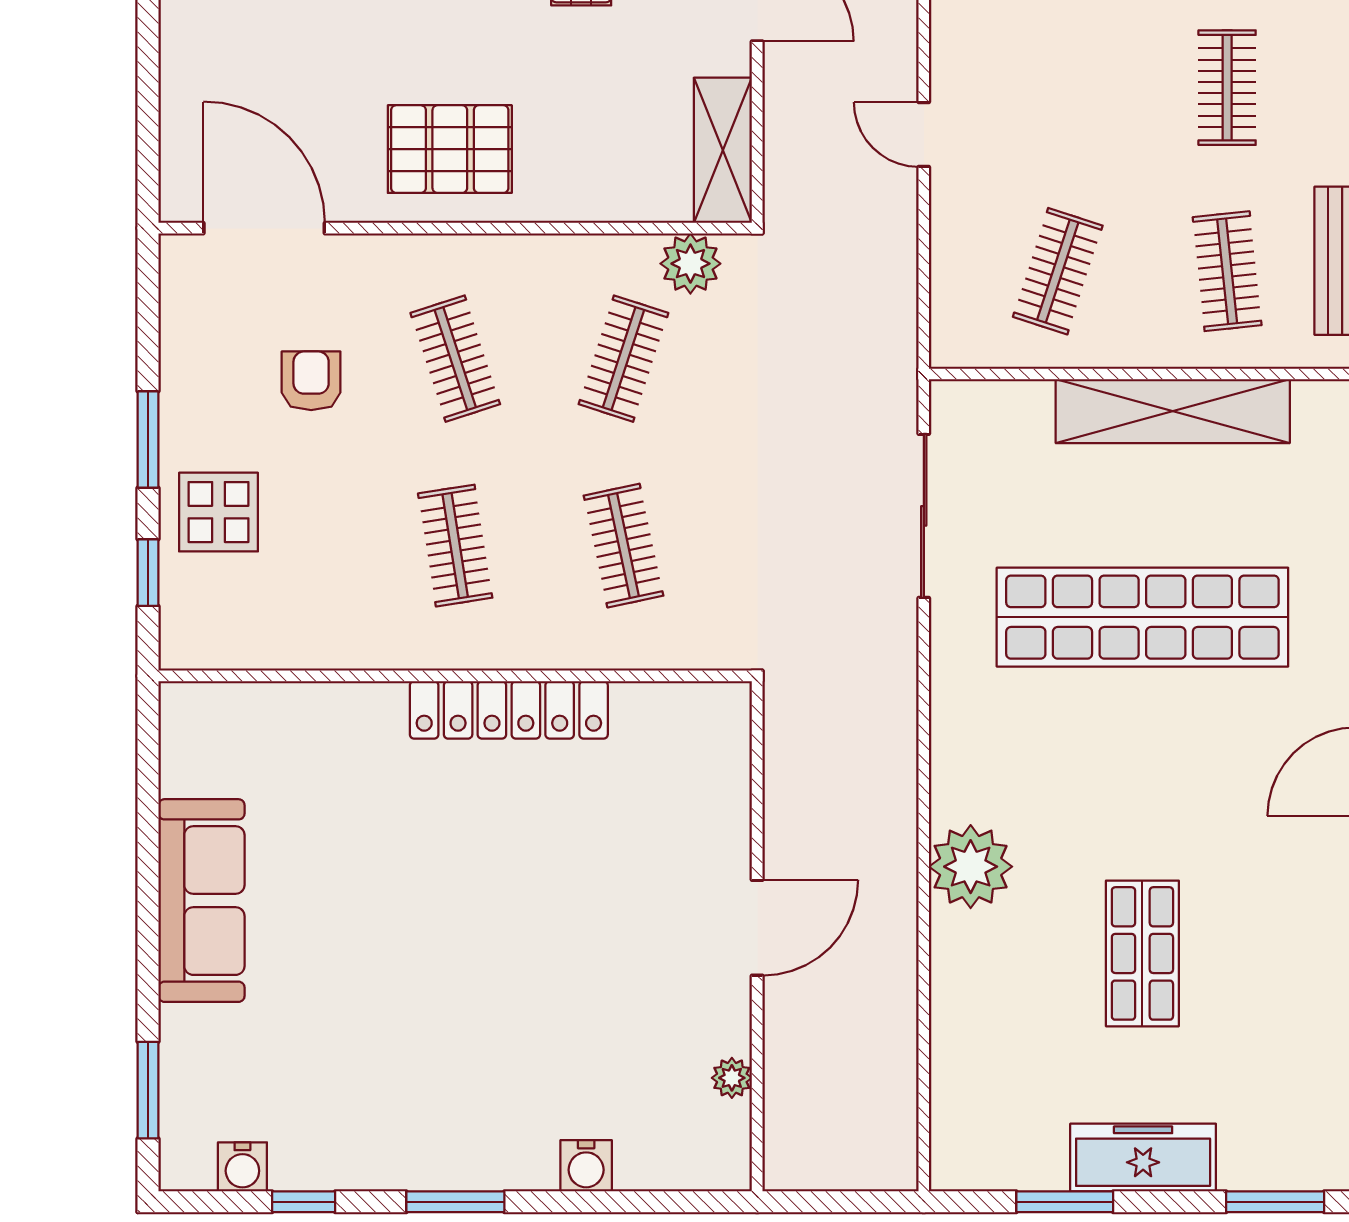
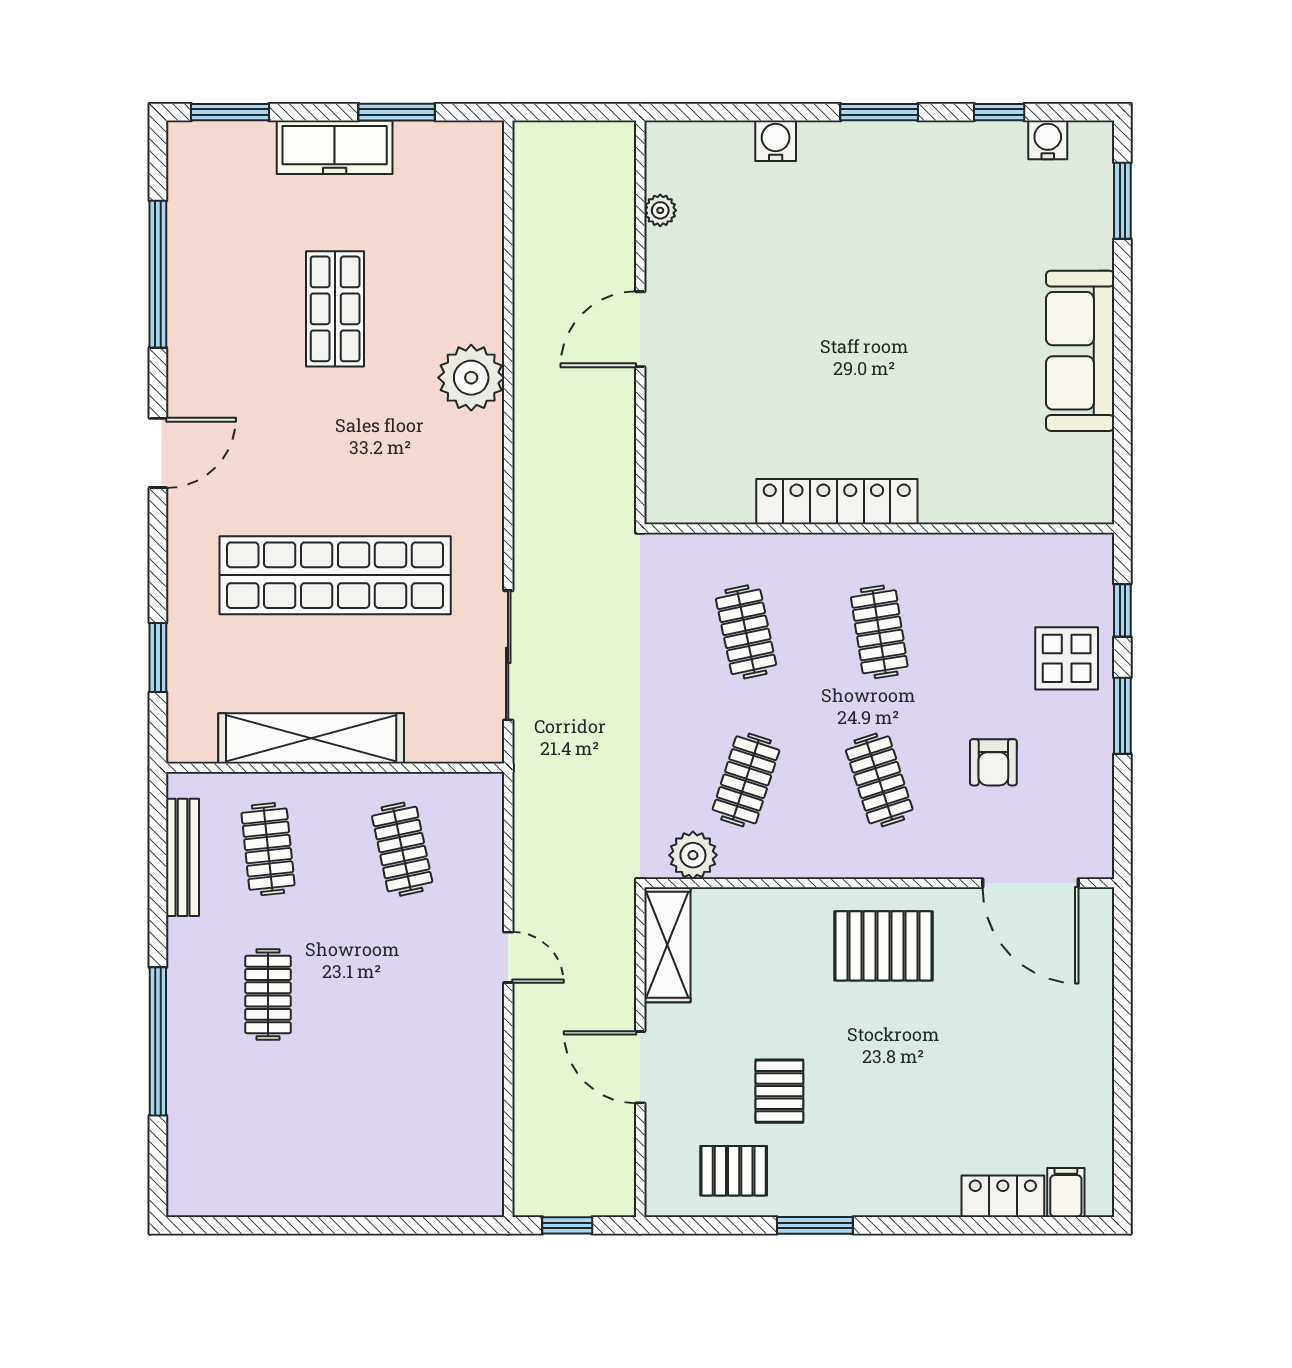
clothes rail: (1058, 271) -> (402, 849), turned -30

